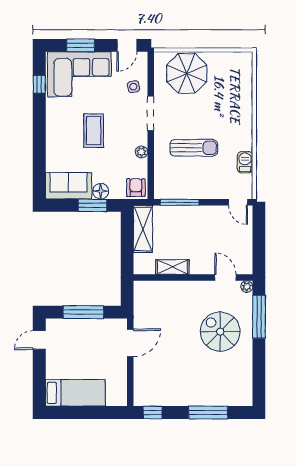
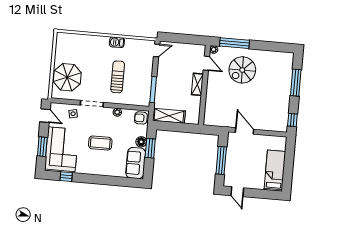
barbecue: (245, 162) -> (117, 42), moved
shelving: (172, 267) -> (197, 84), moved
door: (225, 278) -> (206, 63), swing flipped

